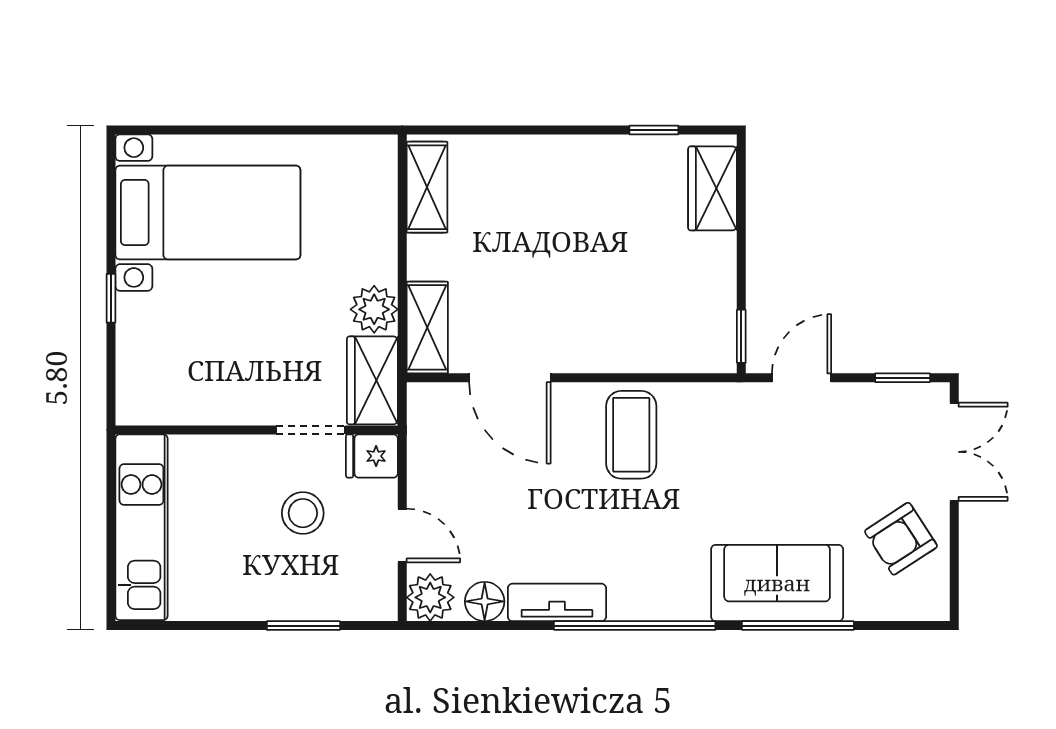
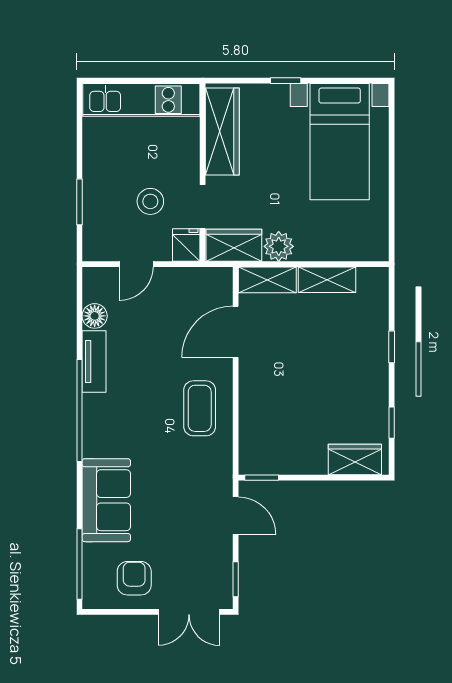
window: (534, 130) -> (392, 347), added
shelving: (427, 187) -> (327, 280), moved
wardrobe: (192, 399) -> (222, 132), added
coffee table: (631, 435) -> (200, 408), turned 90
armchair: (901, 539) -> (134, 578), turned 33
plant: (430, 597) -> (97, 282), removed
window: (798, 626) -> (79, 564), moved

